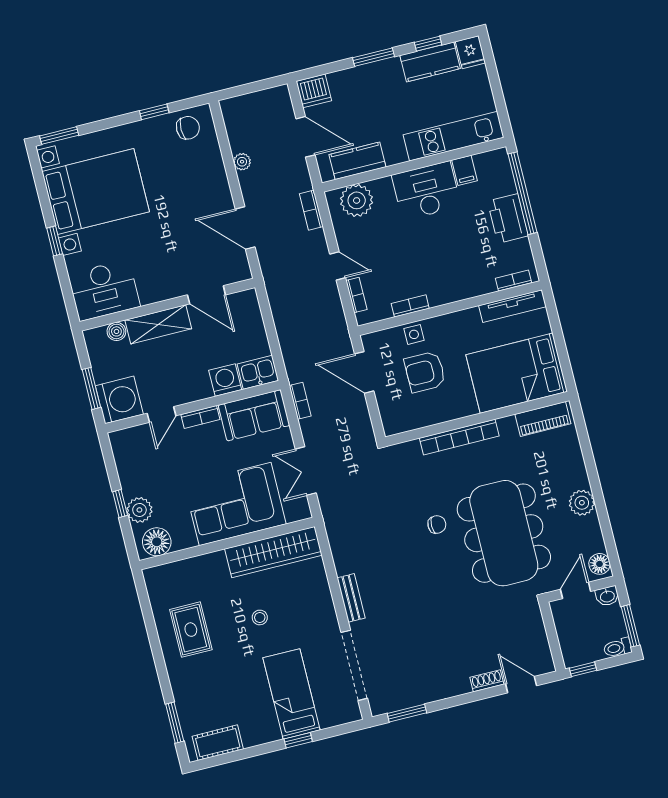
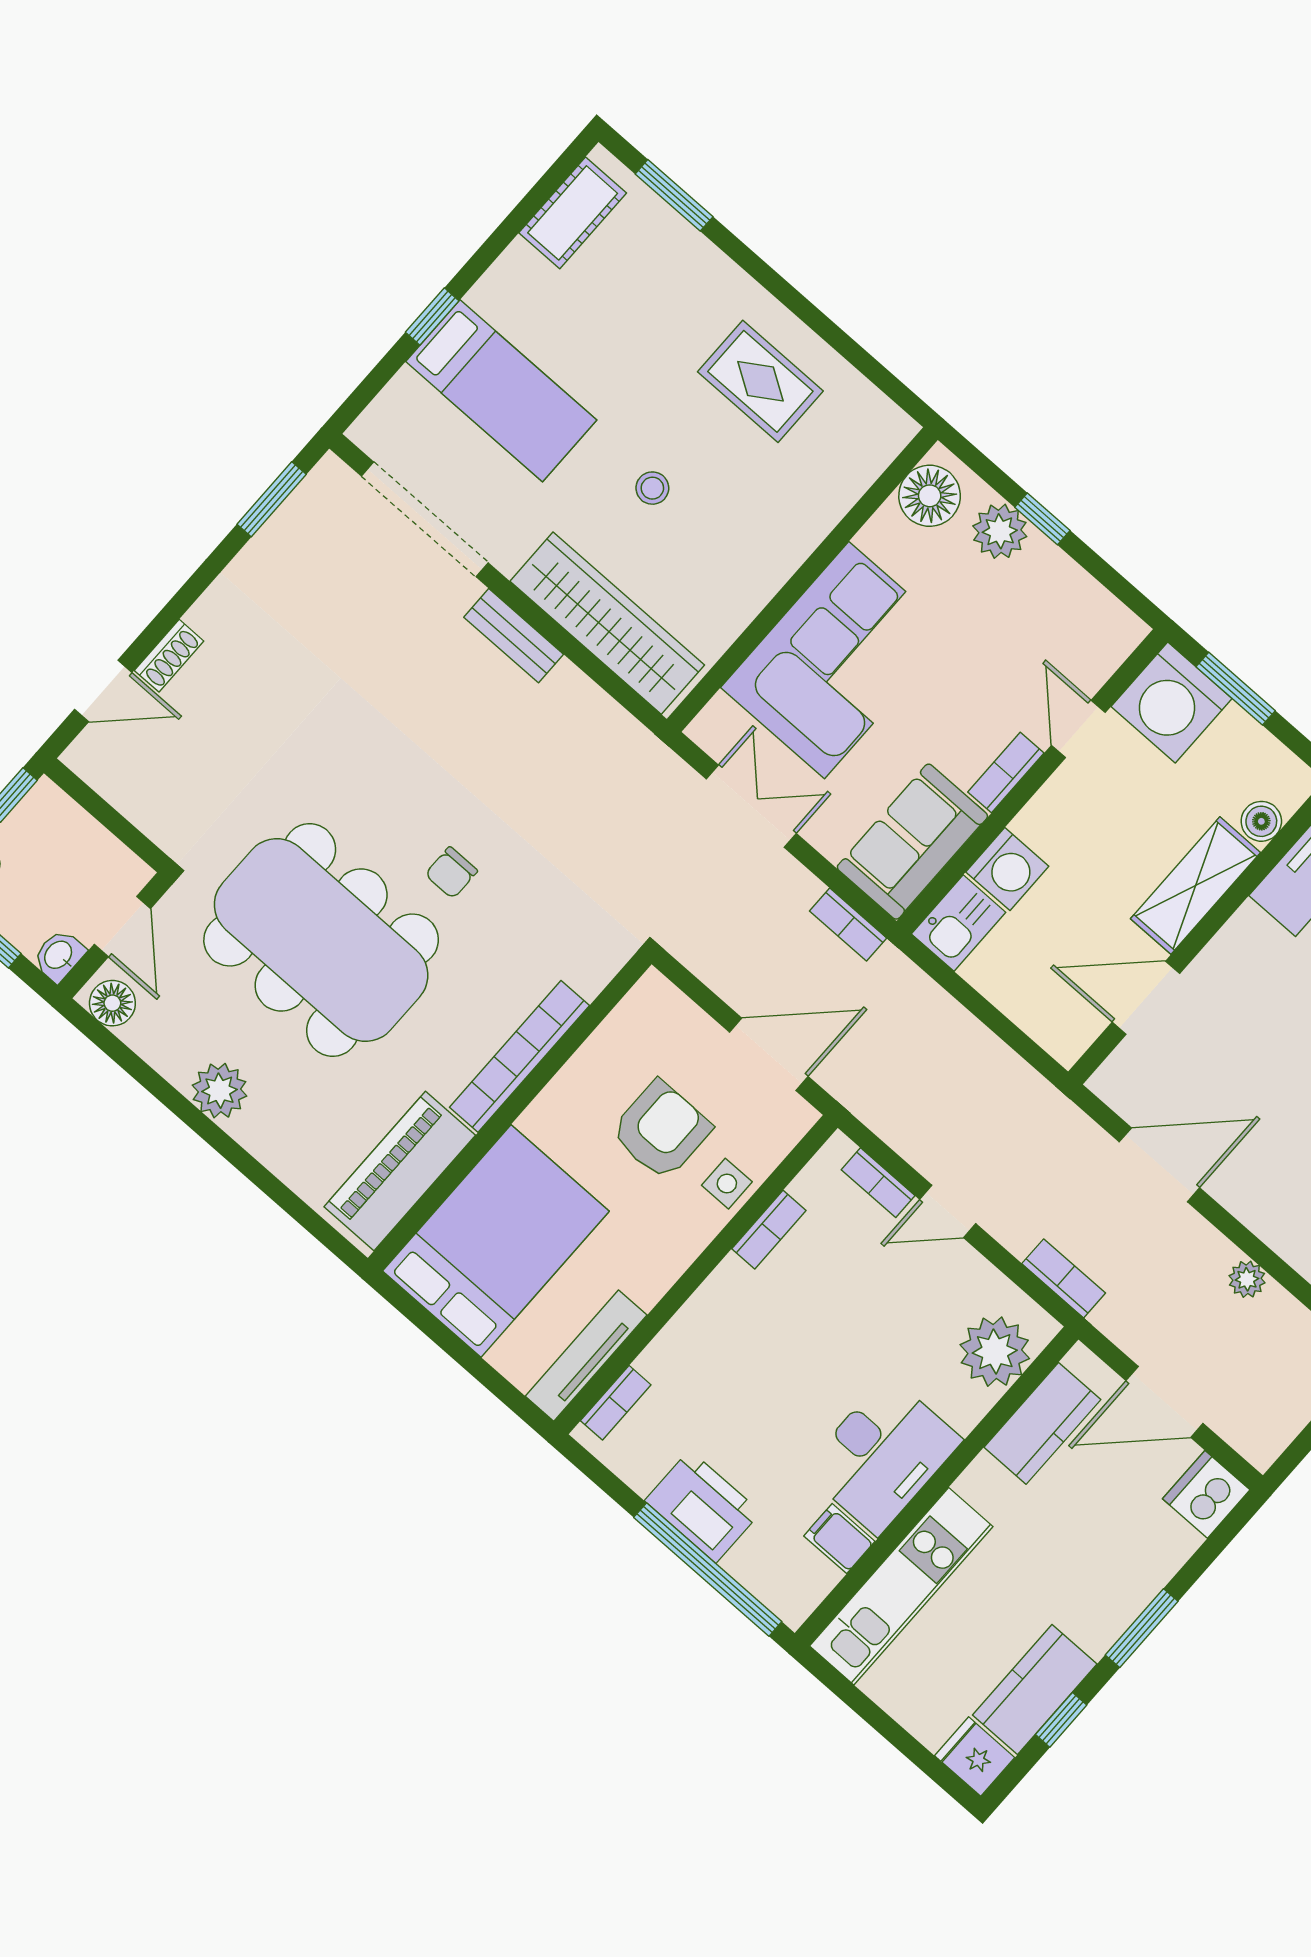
piano: (543, 419) -> (400, 1171), width x1.37, depth x1.33
wardrobe: (273, 552) -> (607, 623), moved, turned 90

